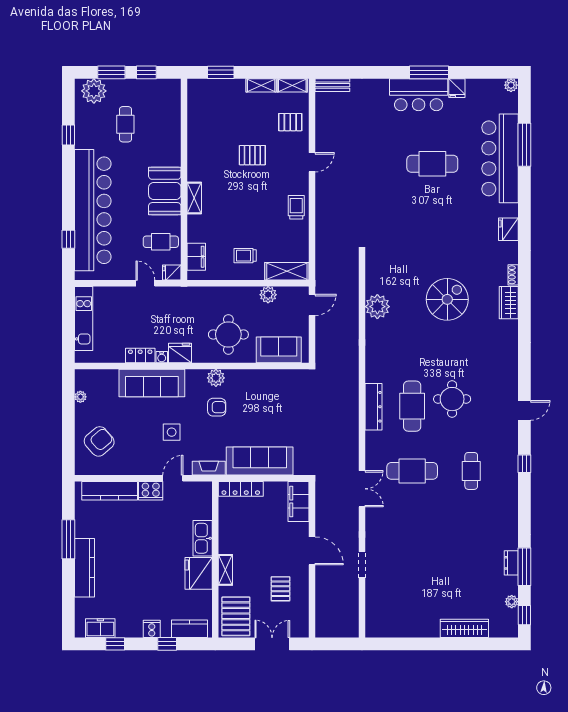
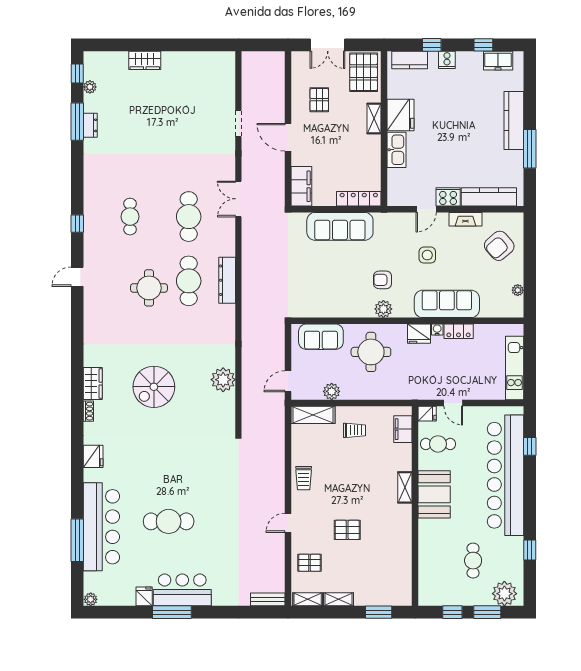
fireplace: (209, 468) -> (465, 219), moved
cafe table: (412, 471) -> (189, 217), turned 90
wardrobe: (464, 628) -> (145, 60), width x0.67

